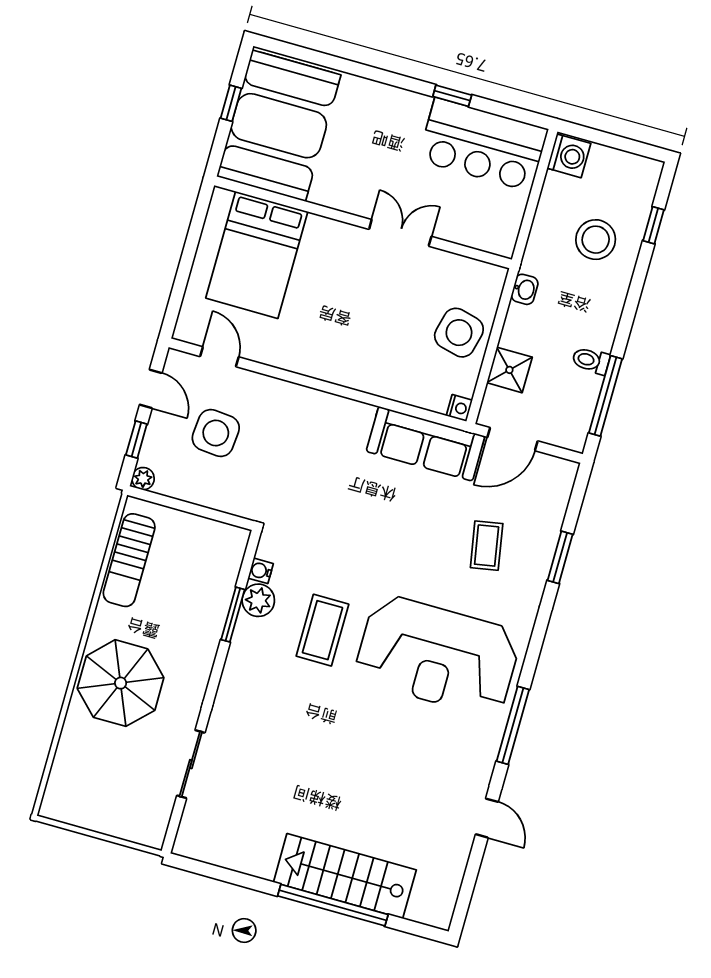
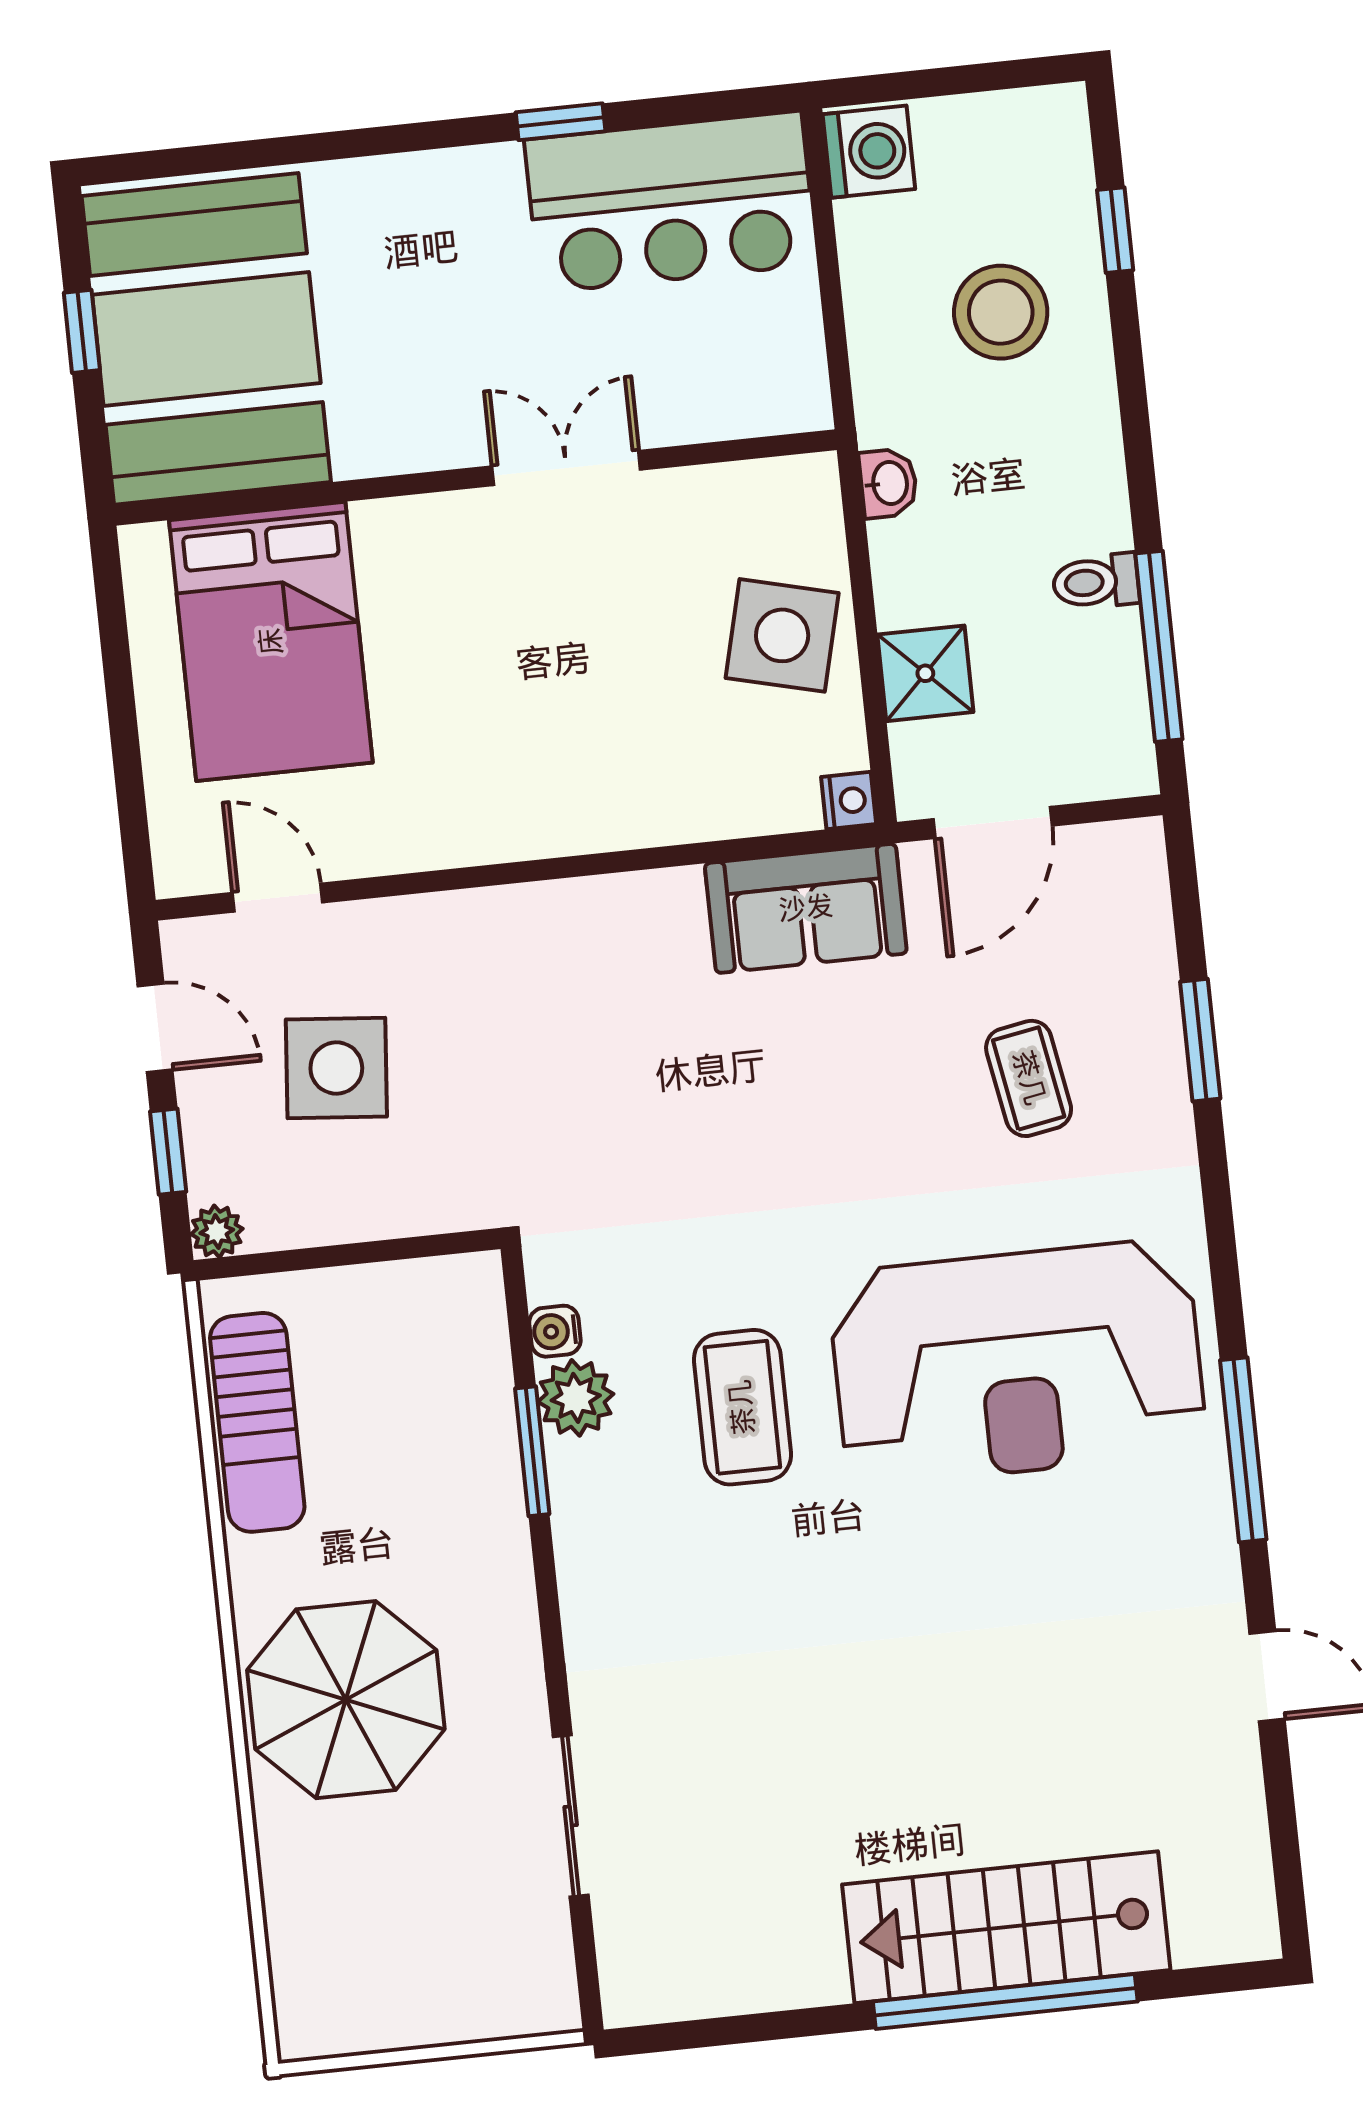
sofa: (426, 444) -> (806, 908), width x0.73

